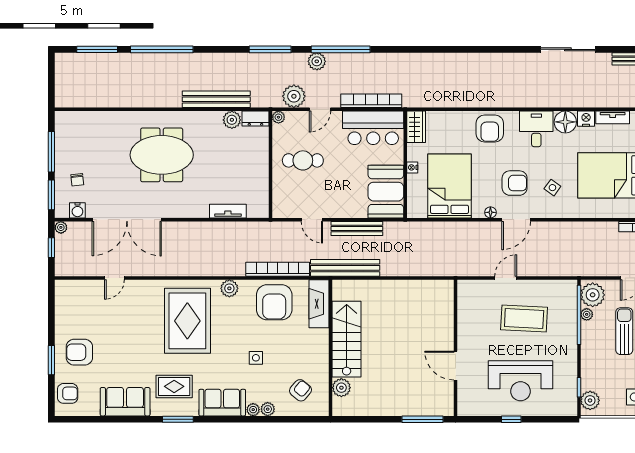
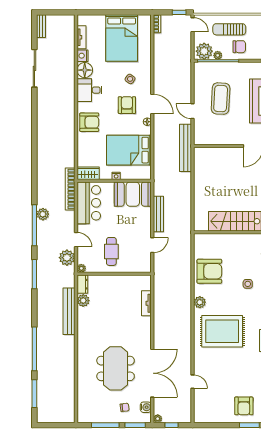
plant: (317, 61) -> (43, 214), moved
bookcase: (371, 101) -> (70, 189), moved
meeting table: (162, 155) -> (116, 368), moved
bench: (345, 268) -> (186, 148), moved
bookcase: (278, 269) -> (187, 269), removed
fireplace: (319, 304) -> (210, 240), removed
chair: (599, 346) -> (239, 47), added

